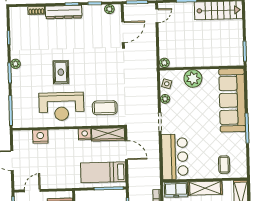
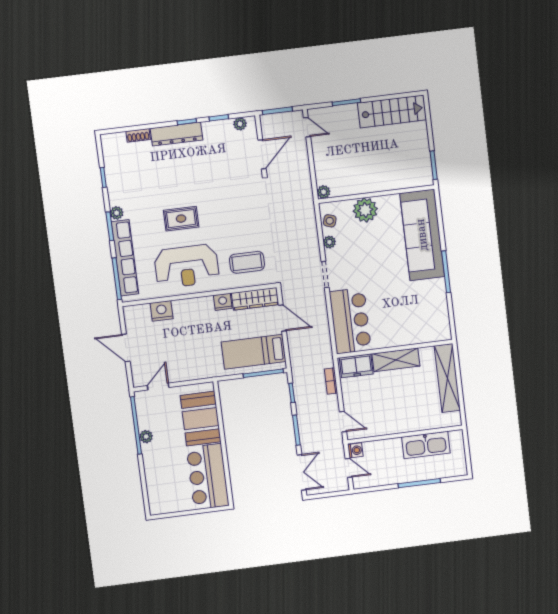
door: (157, 16) -> (307, 127), hinge flipped
rug: (61, 72) -> (181, 219), turned 90
row of seats: (18, 96) -> (125, 258), added
coffee table: (224, 165) -> (419, 325), removed

